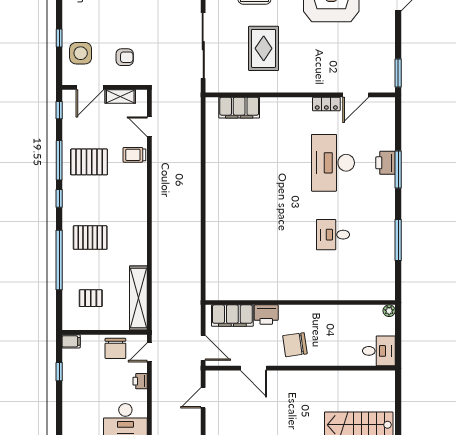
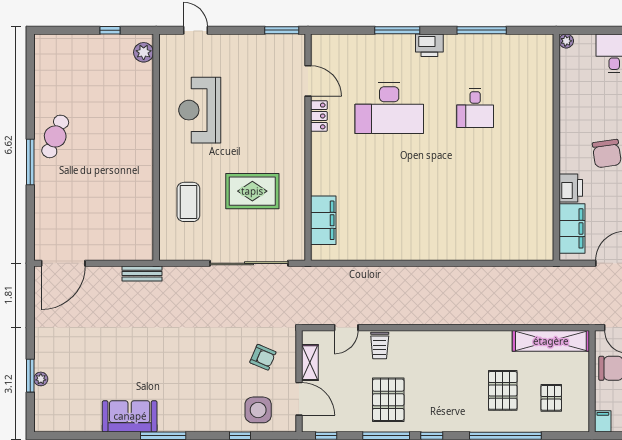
armchair: (125, 57) -> (263, 357), turned 113
printer: (386, 163) -> (429, 45), moved
pallet: (90, 238) -> (503, 390), moved

